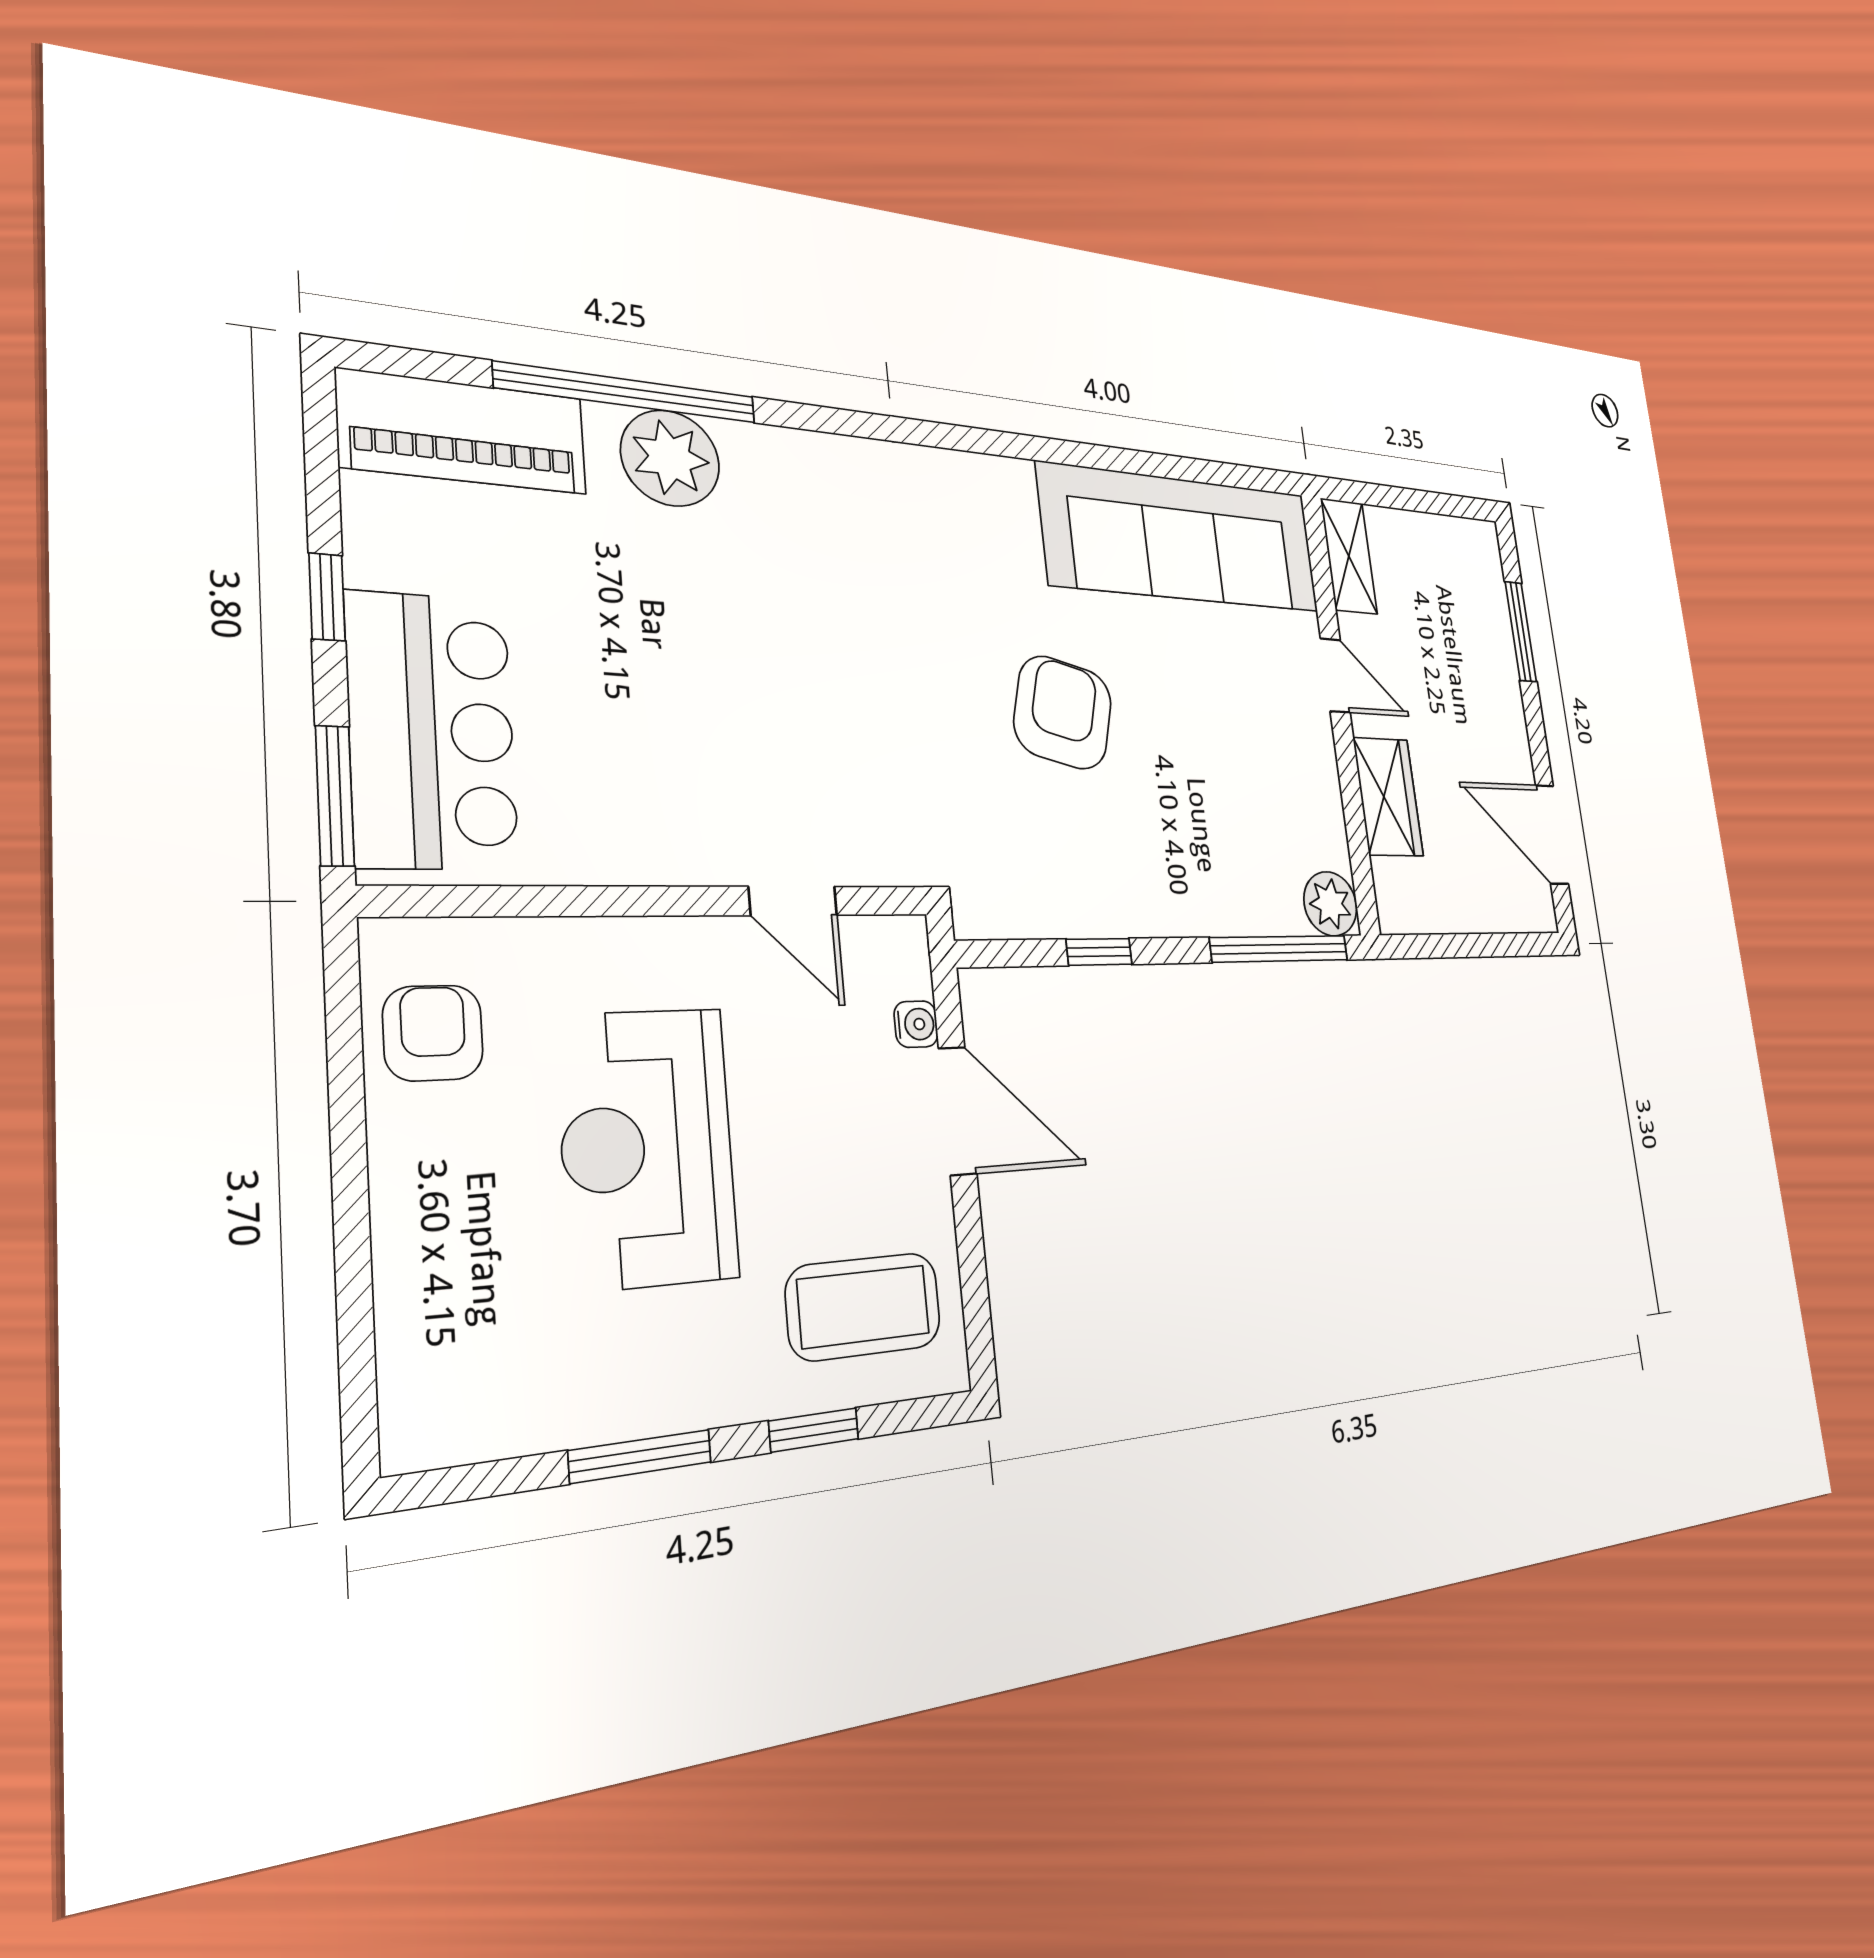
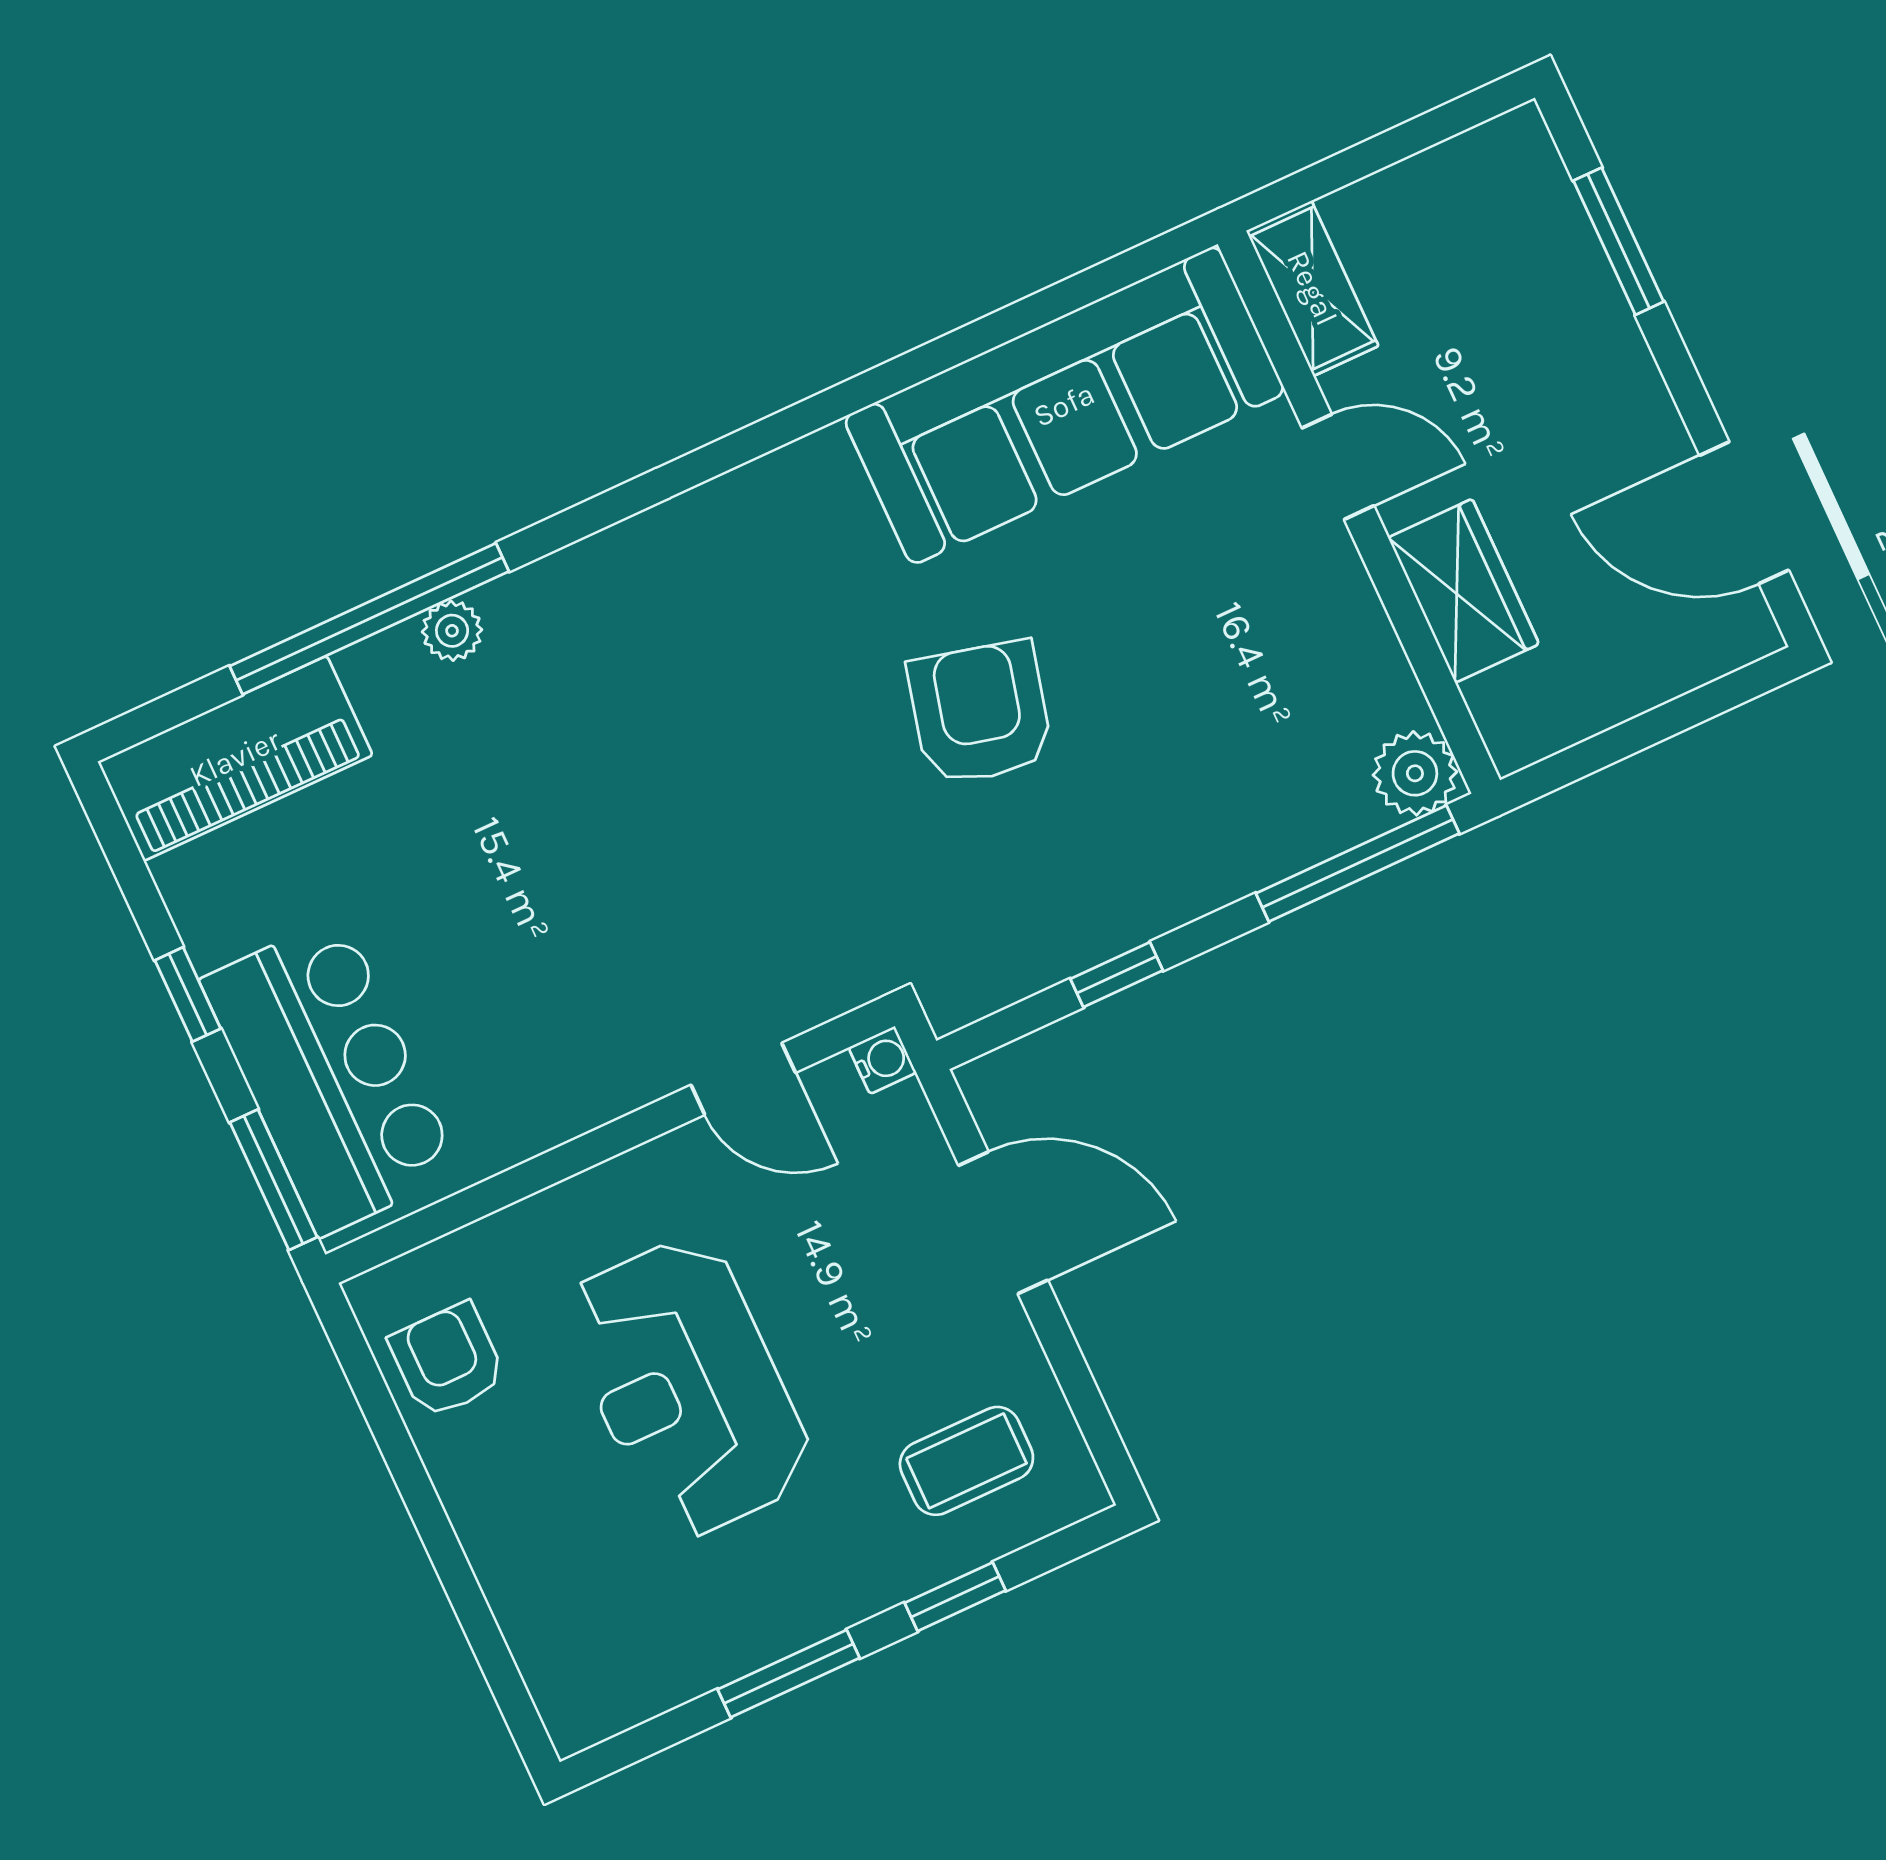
plant: (670, 458) -> (452, 631), width x0.53, depth x0.53
water cooler: (916, 1024) -> (882, 1060), moved
coffee table: (864, 1307) -> (966, 1461), width x0.73, depth x0.77

